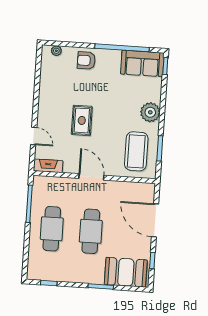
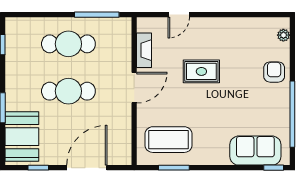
sofa: (142, 63) -> (255, 151), moved, turned 90
plant: (150, 112) -> (217, 153), removed
fireplace: (48, 166) -> (144, 50), moved

